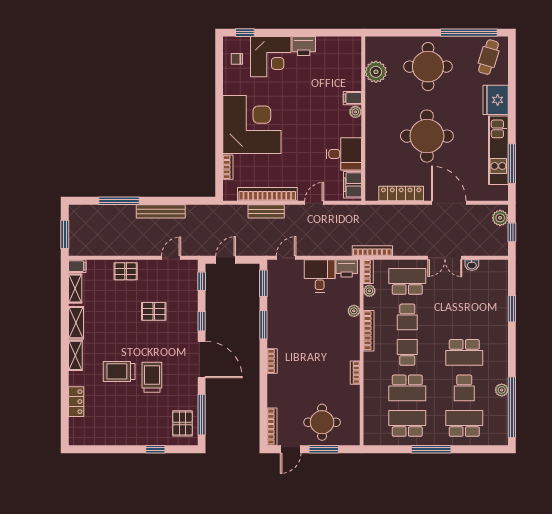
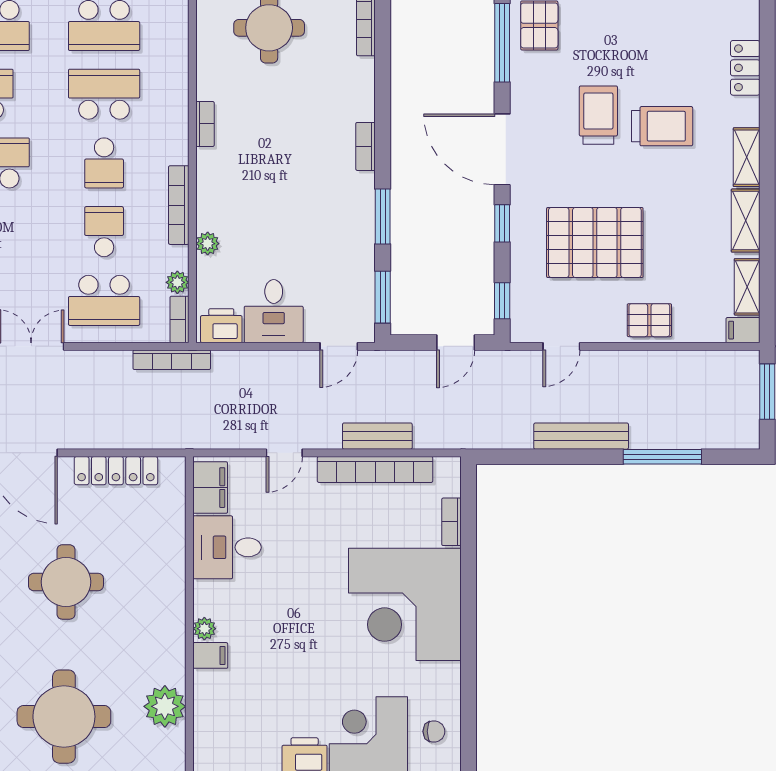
round table: (427, 136) -> (66, 582), width x0.73, depth x0.73
pallet: (154, 311) -> (595, 243), width x2.05, depth x2.00
trolley: (152, 377) -> (598, 115), turned 180

